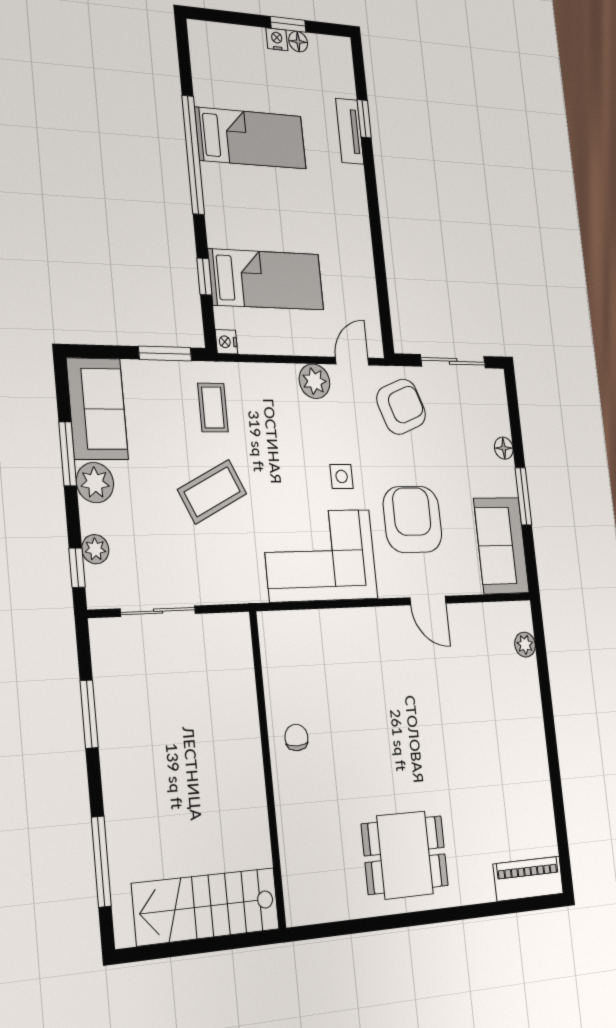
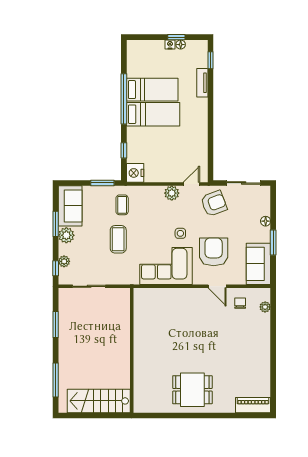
window: (364, 119) -> (210, 60), moved
bed: (266, 280) -> (153, 114), moved
nightstand: (226, 342) -> (135, 173), width x1.89, depth x1.79
coffee table: (212, 492) -> (118, 239), turned -64
chair: (296, 737) -> (240, 303), moved

